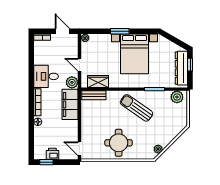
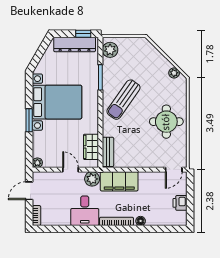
door: (80, 65) -> (70, 170), swing flipped
window: (190, 65) -> (83, 34), moved
window: (46, 162) -> (190, 210), removed

